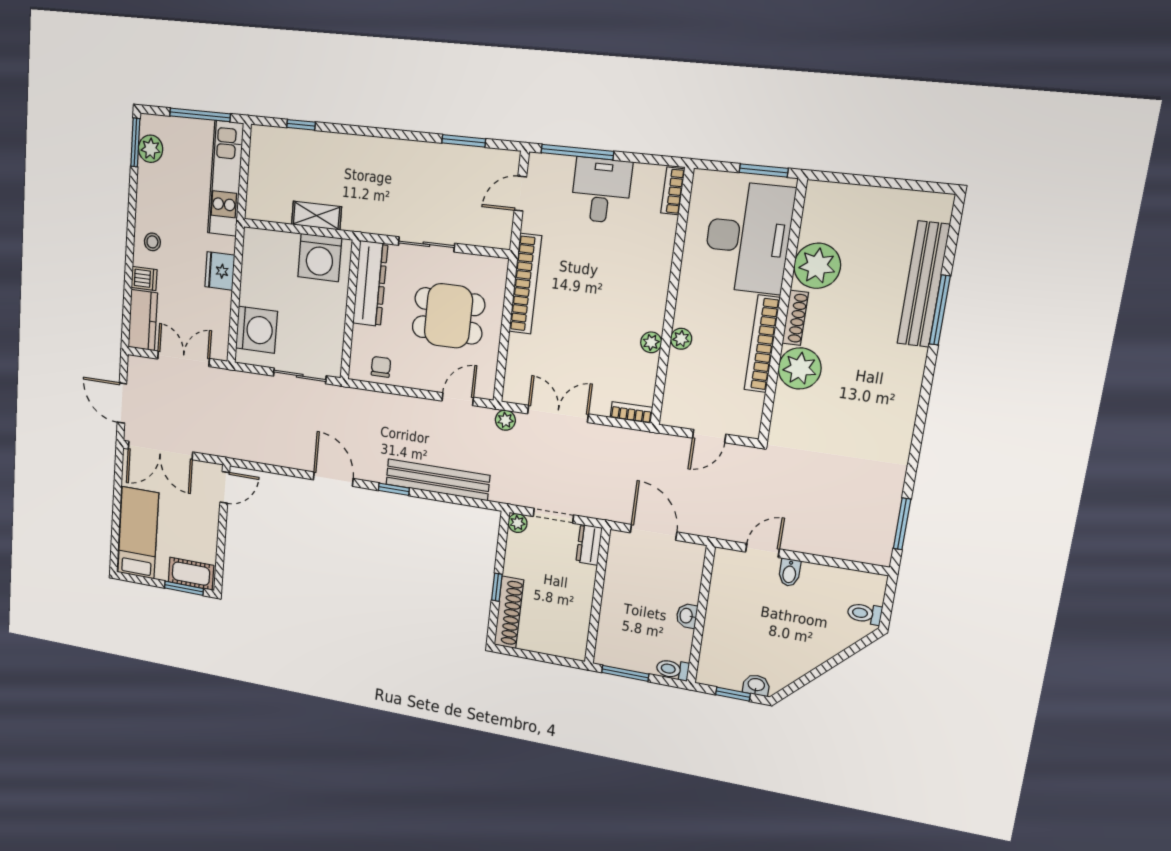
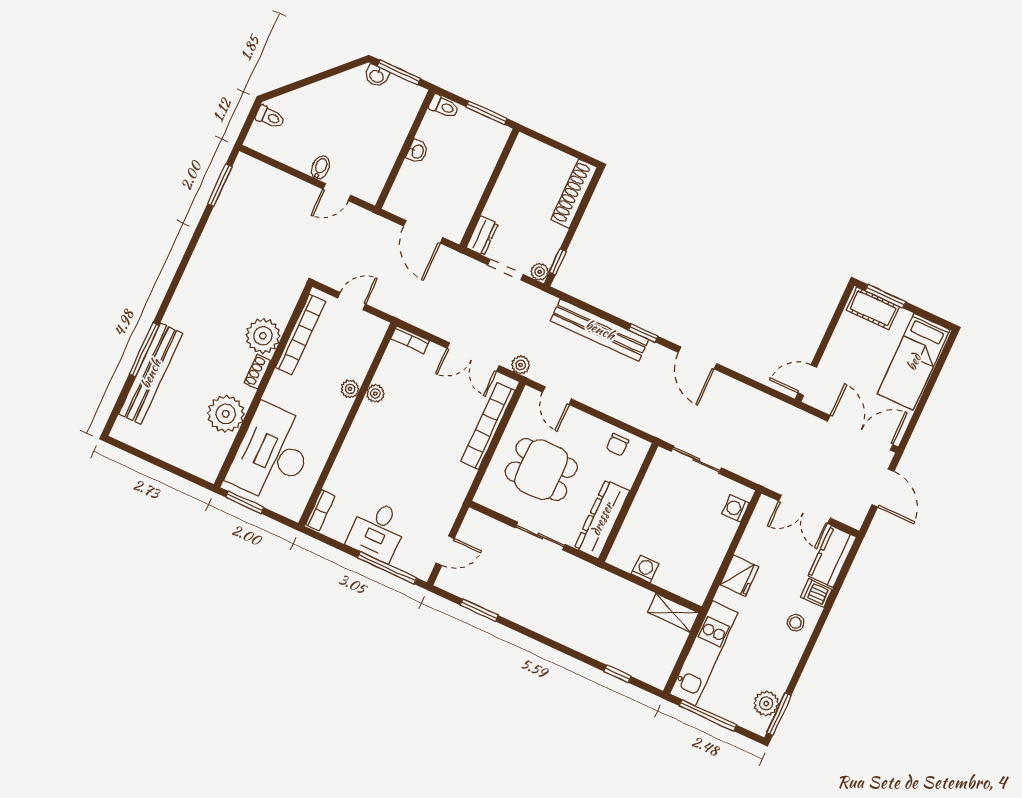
shelving: (316, 216) -> (673, 613), moved
washing machine: (320, 258) -> (645, 569), width x0.53, depth x0.53
bookcase: (525, 284) -> (488, 426), moved
shoe rack: (795, 318) -> (257, 372), width x0.70
washing machine: (256, 330) -> (735, 509), width x0.53, depth x0.53
bookcase: (762, 344) -> (301, 334), moved
door: (458, 399) -> (557, 396), hinge flipped
window: (497, 587) -> (558, 262), moved
window: (733, 694) -> (399, 72), width x1.50

